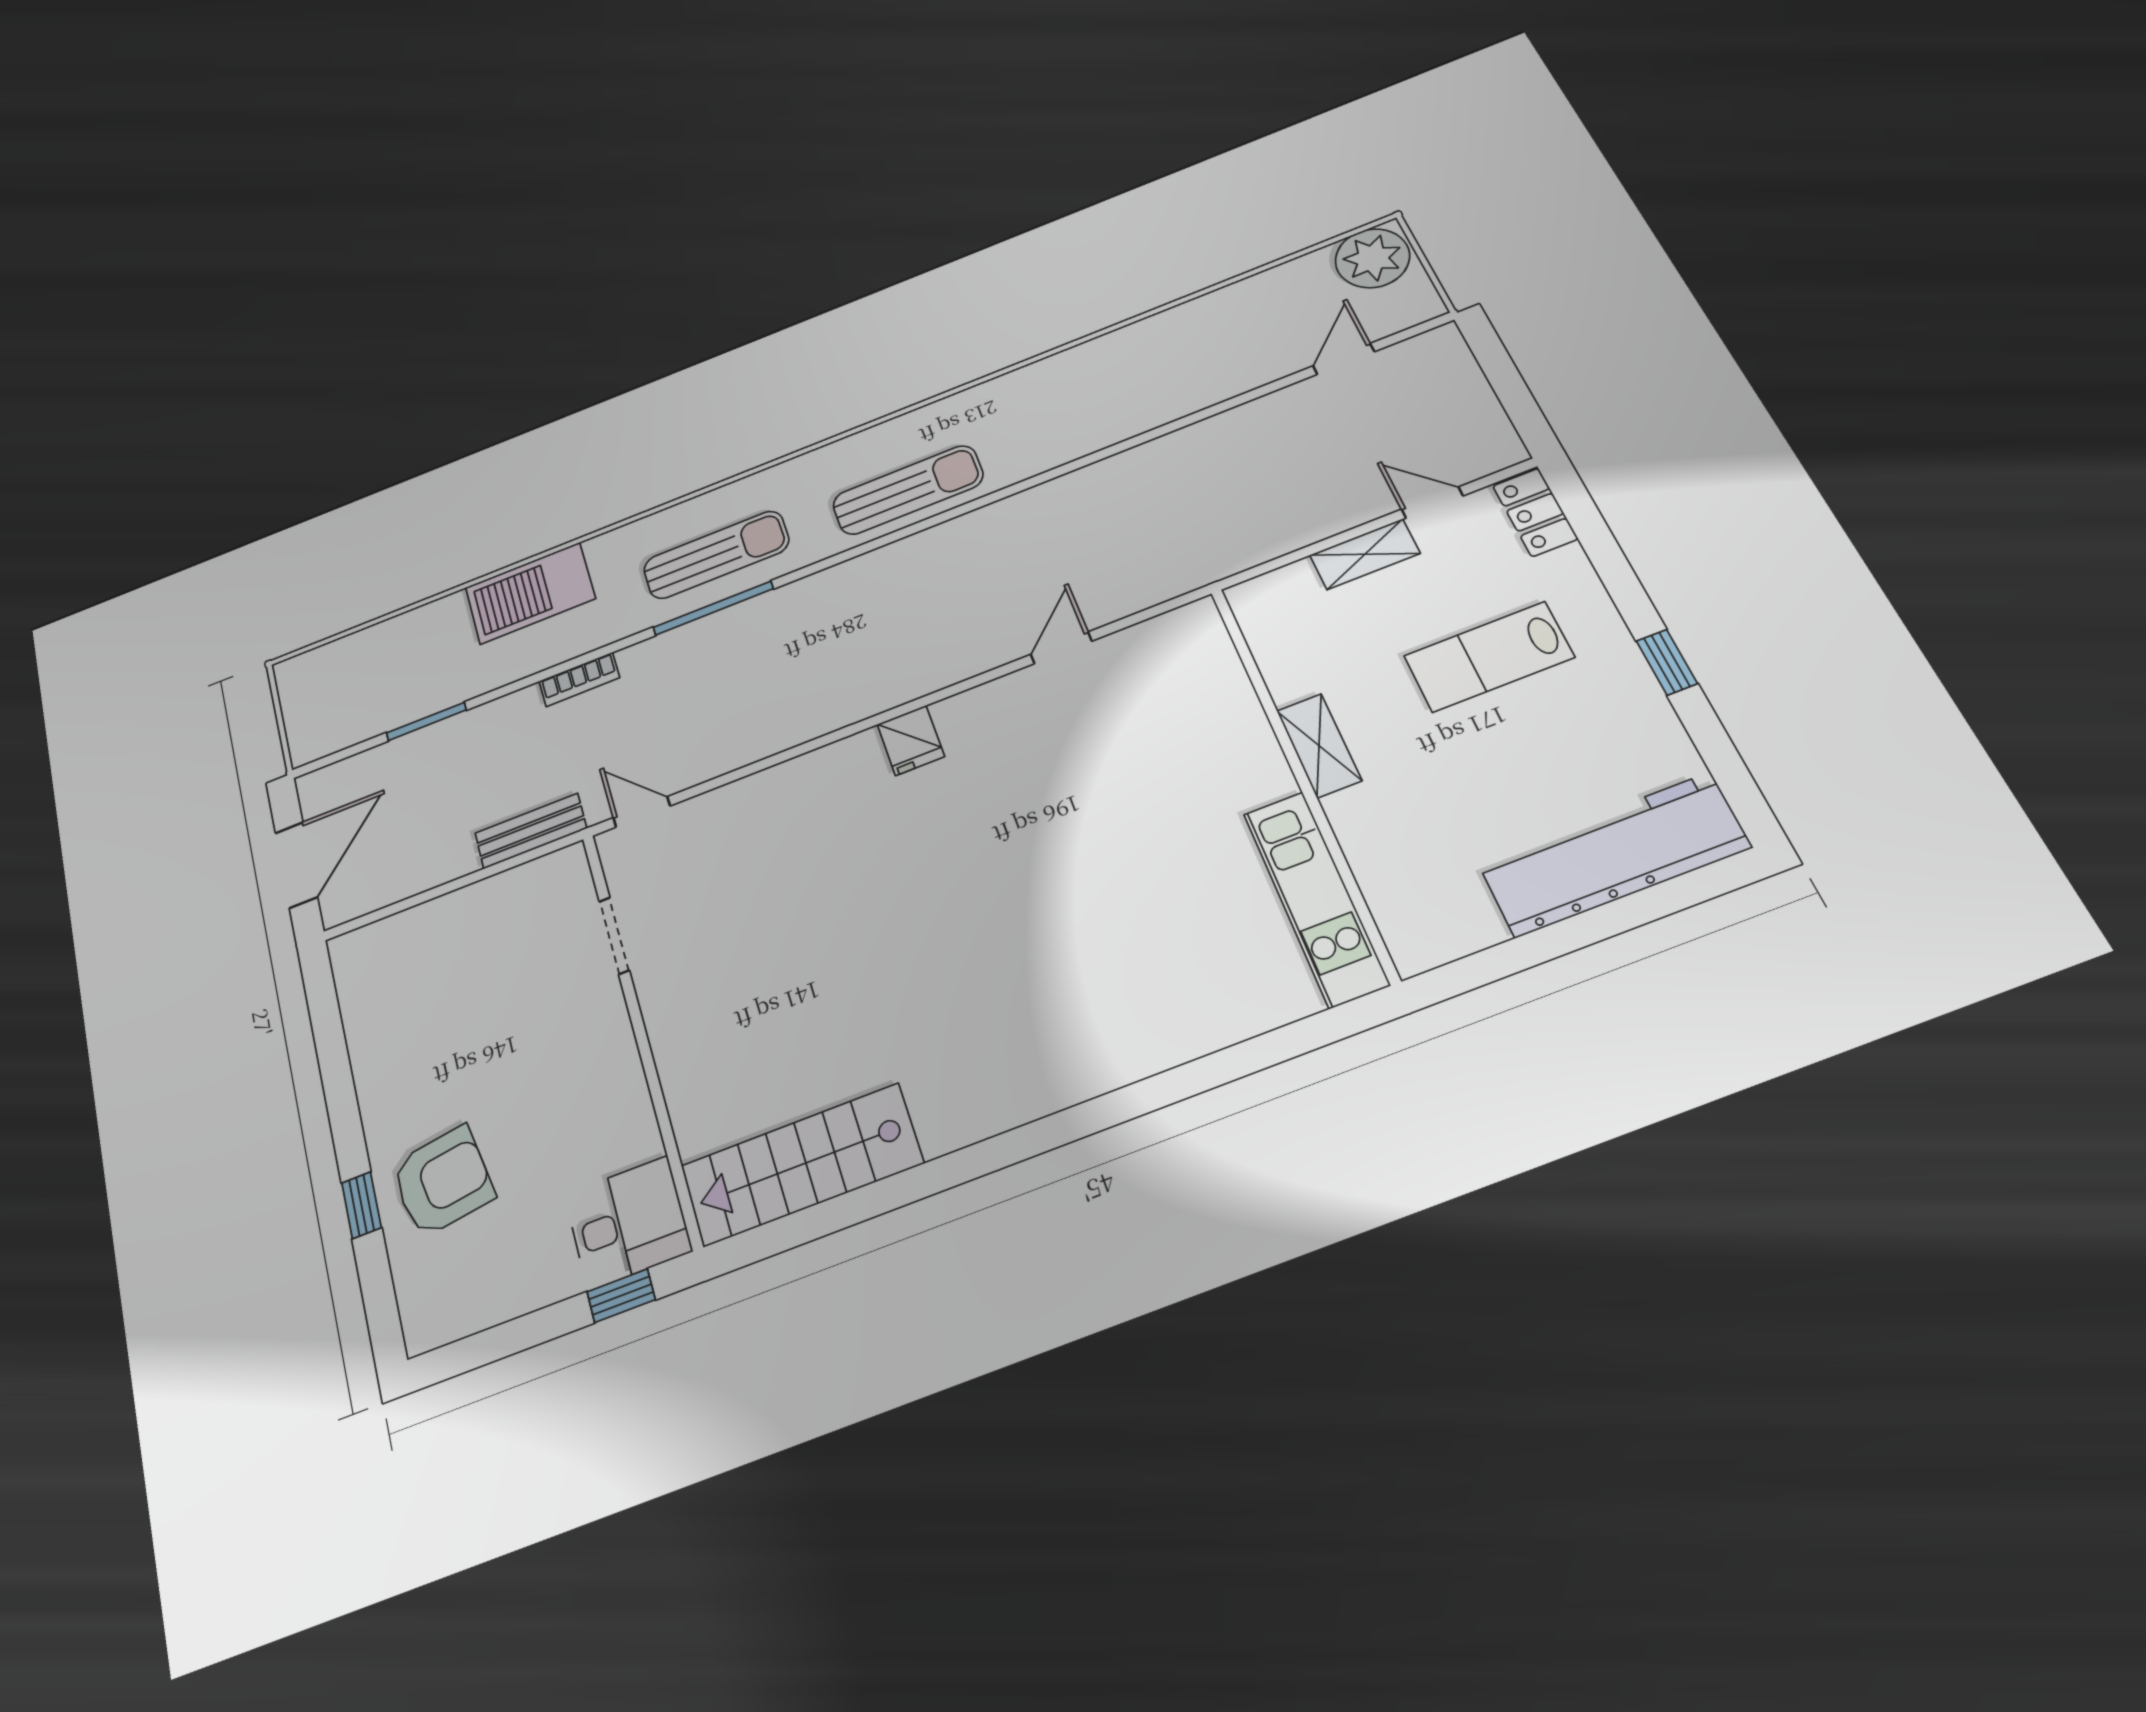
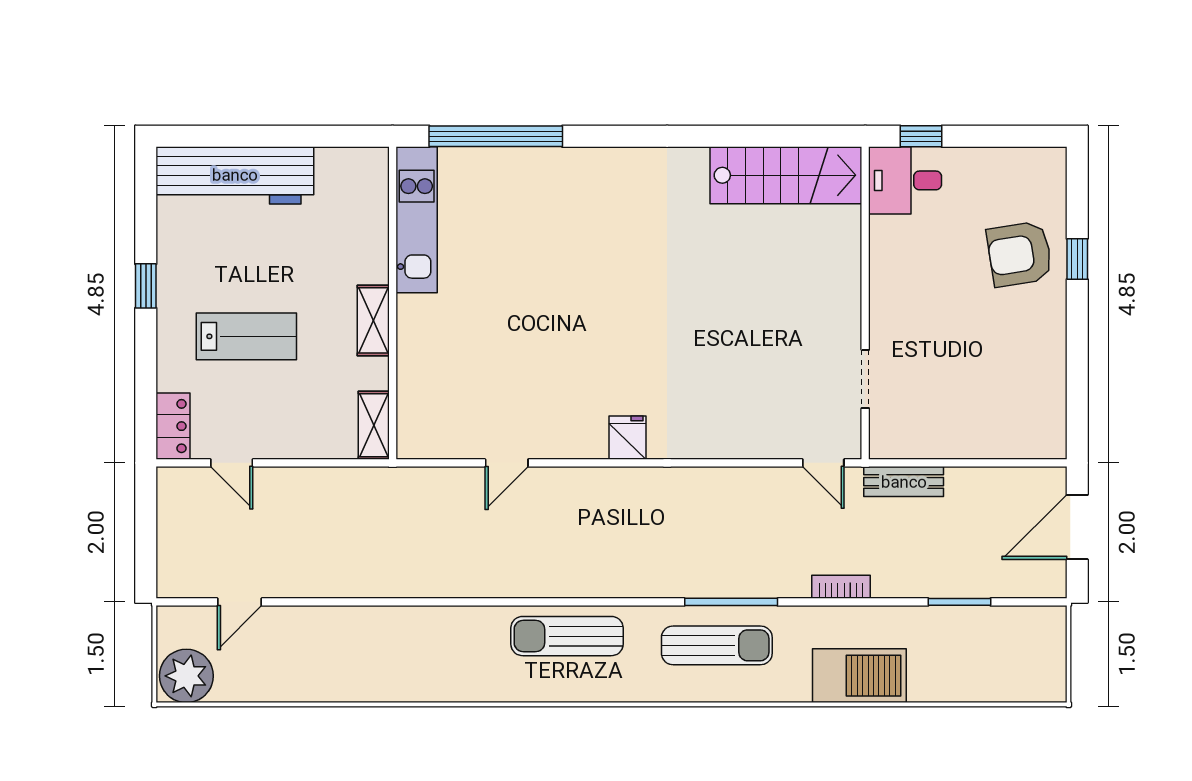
shelving: (1365, 554) -> (374, 425), moved, turned 90
sun lounger: (716, 555) -> (717, 645), turned 180
window: (1248, 1057) -> (496, 136), added

